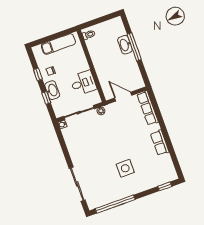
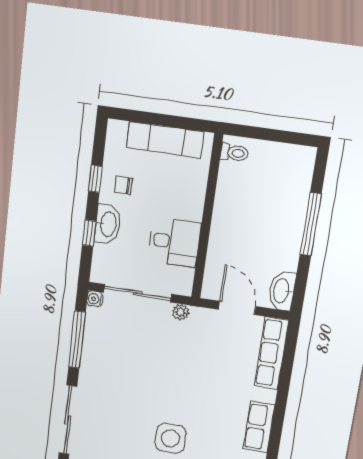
washbasin: (125, 45) -> (282, 291), moved
window: (64, 146) -> (77, 340), added

